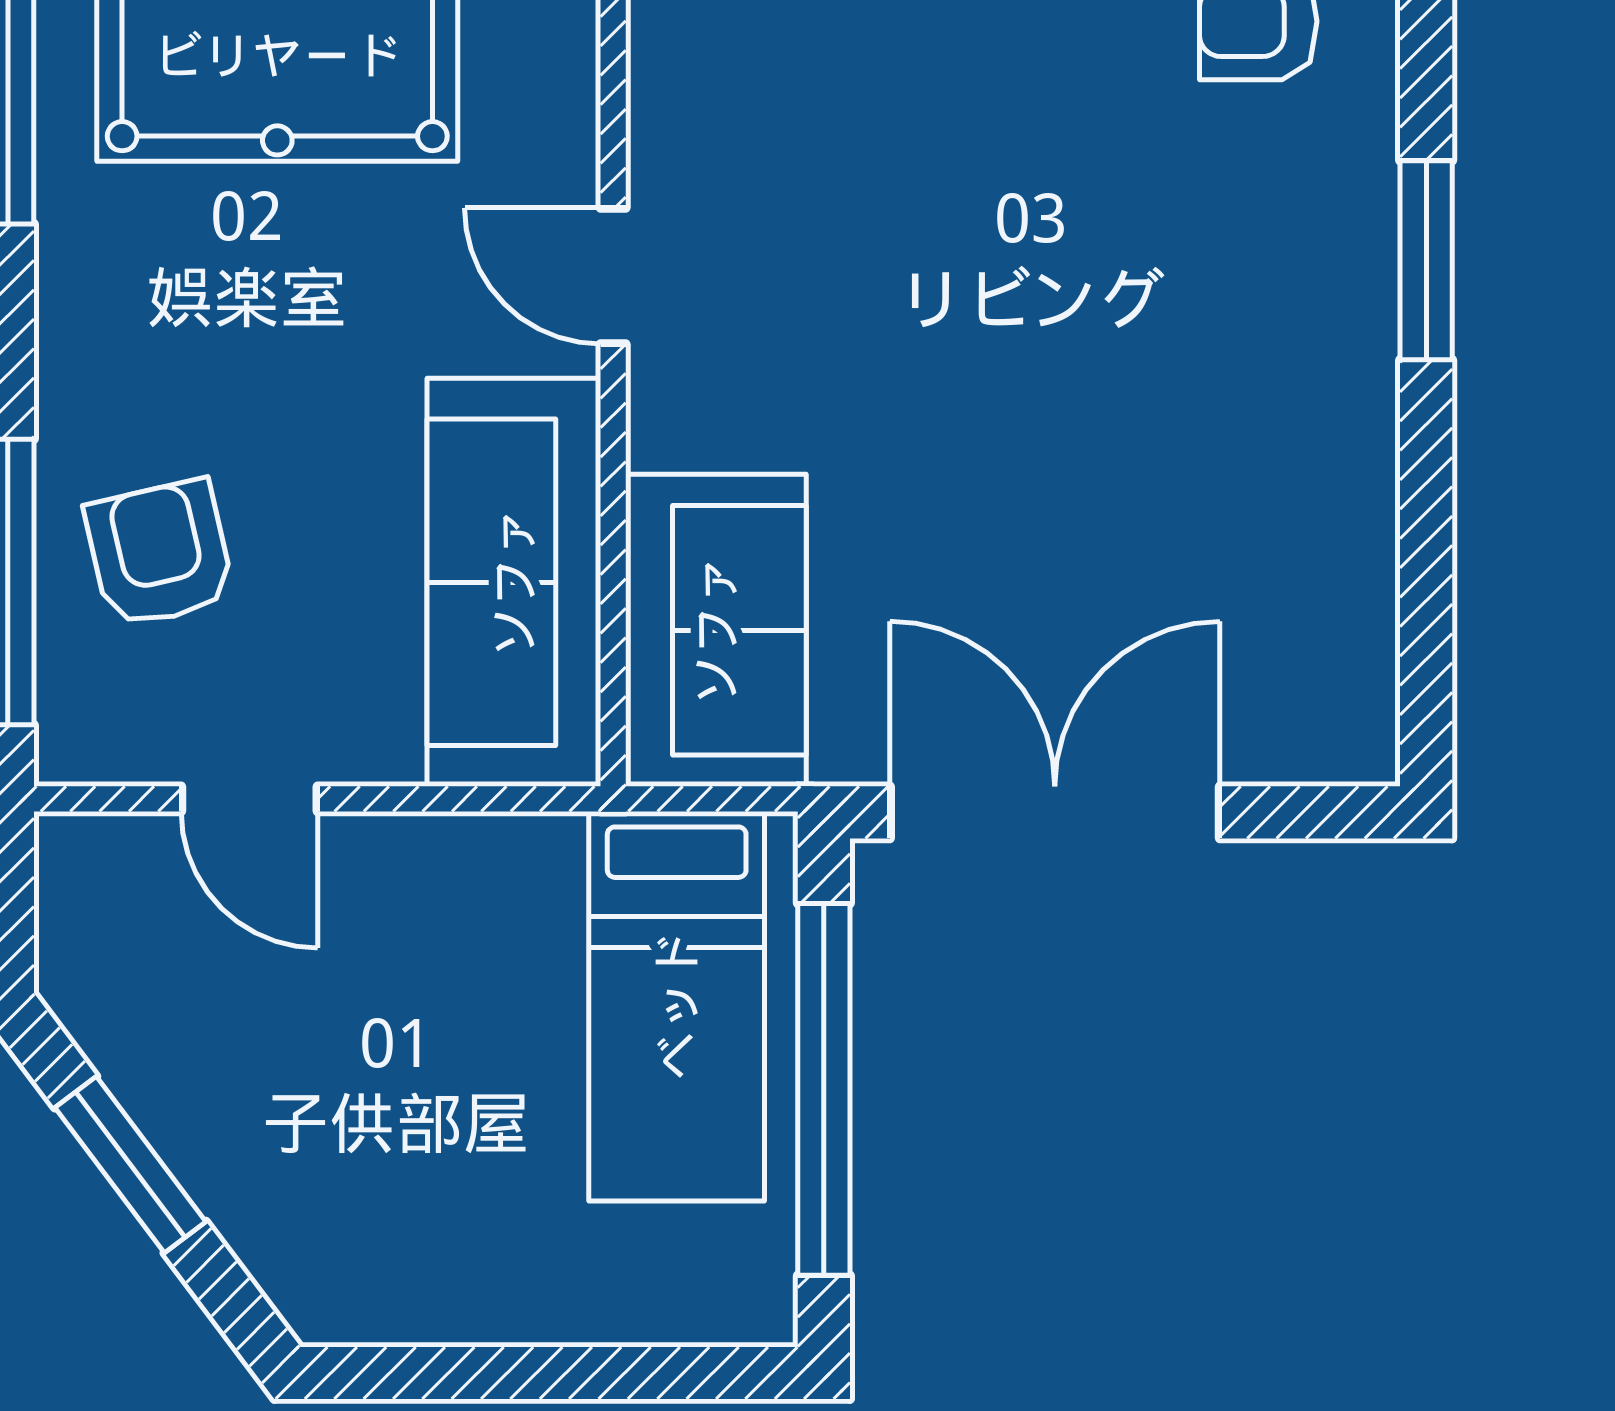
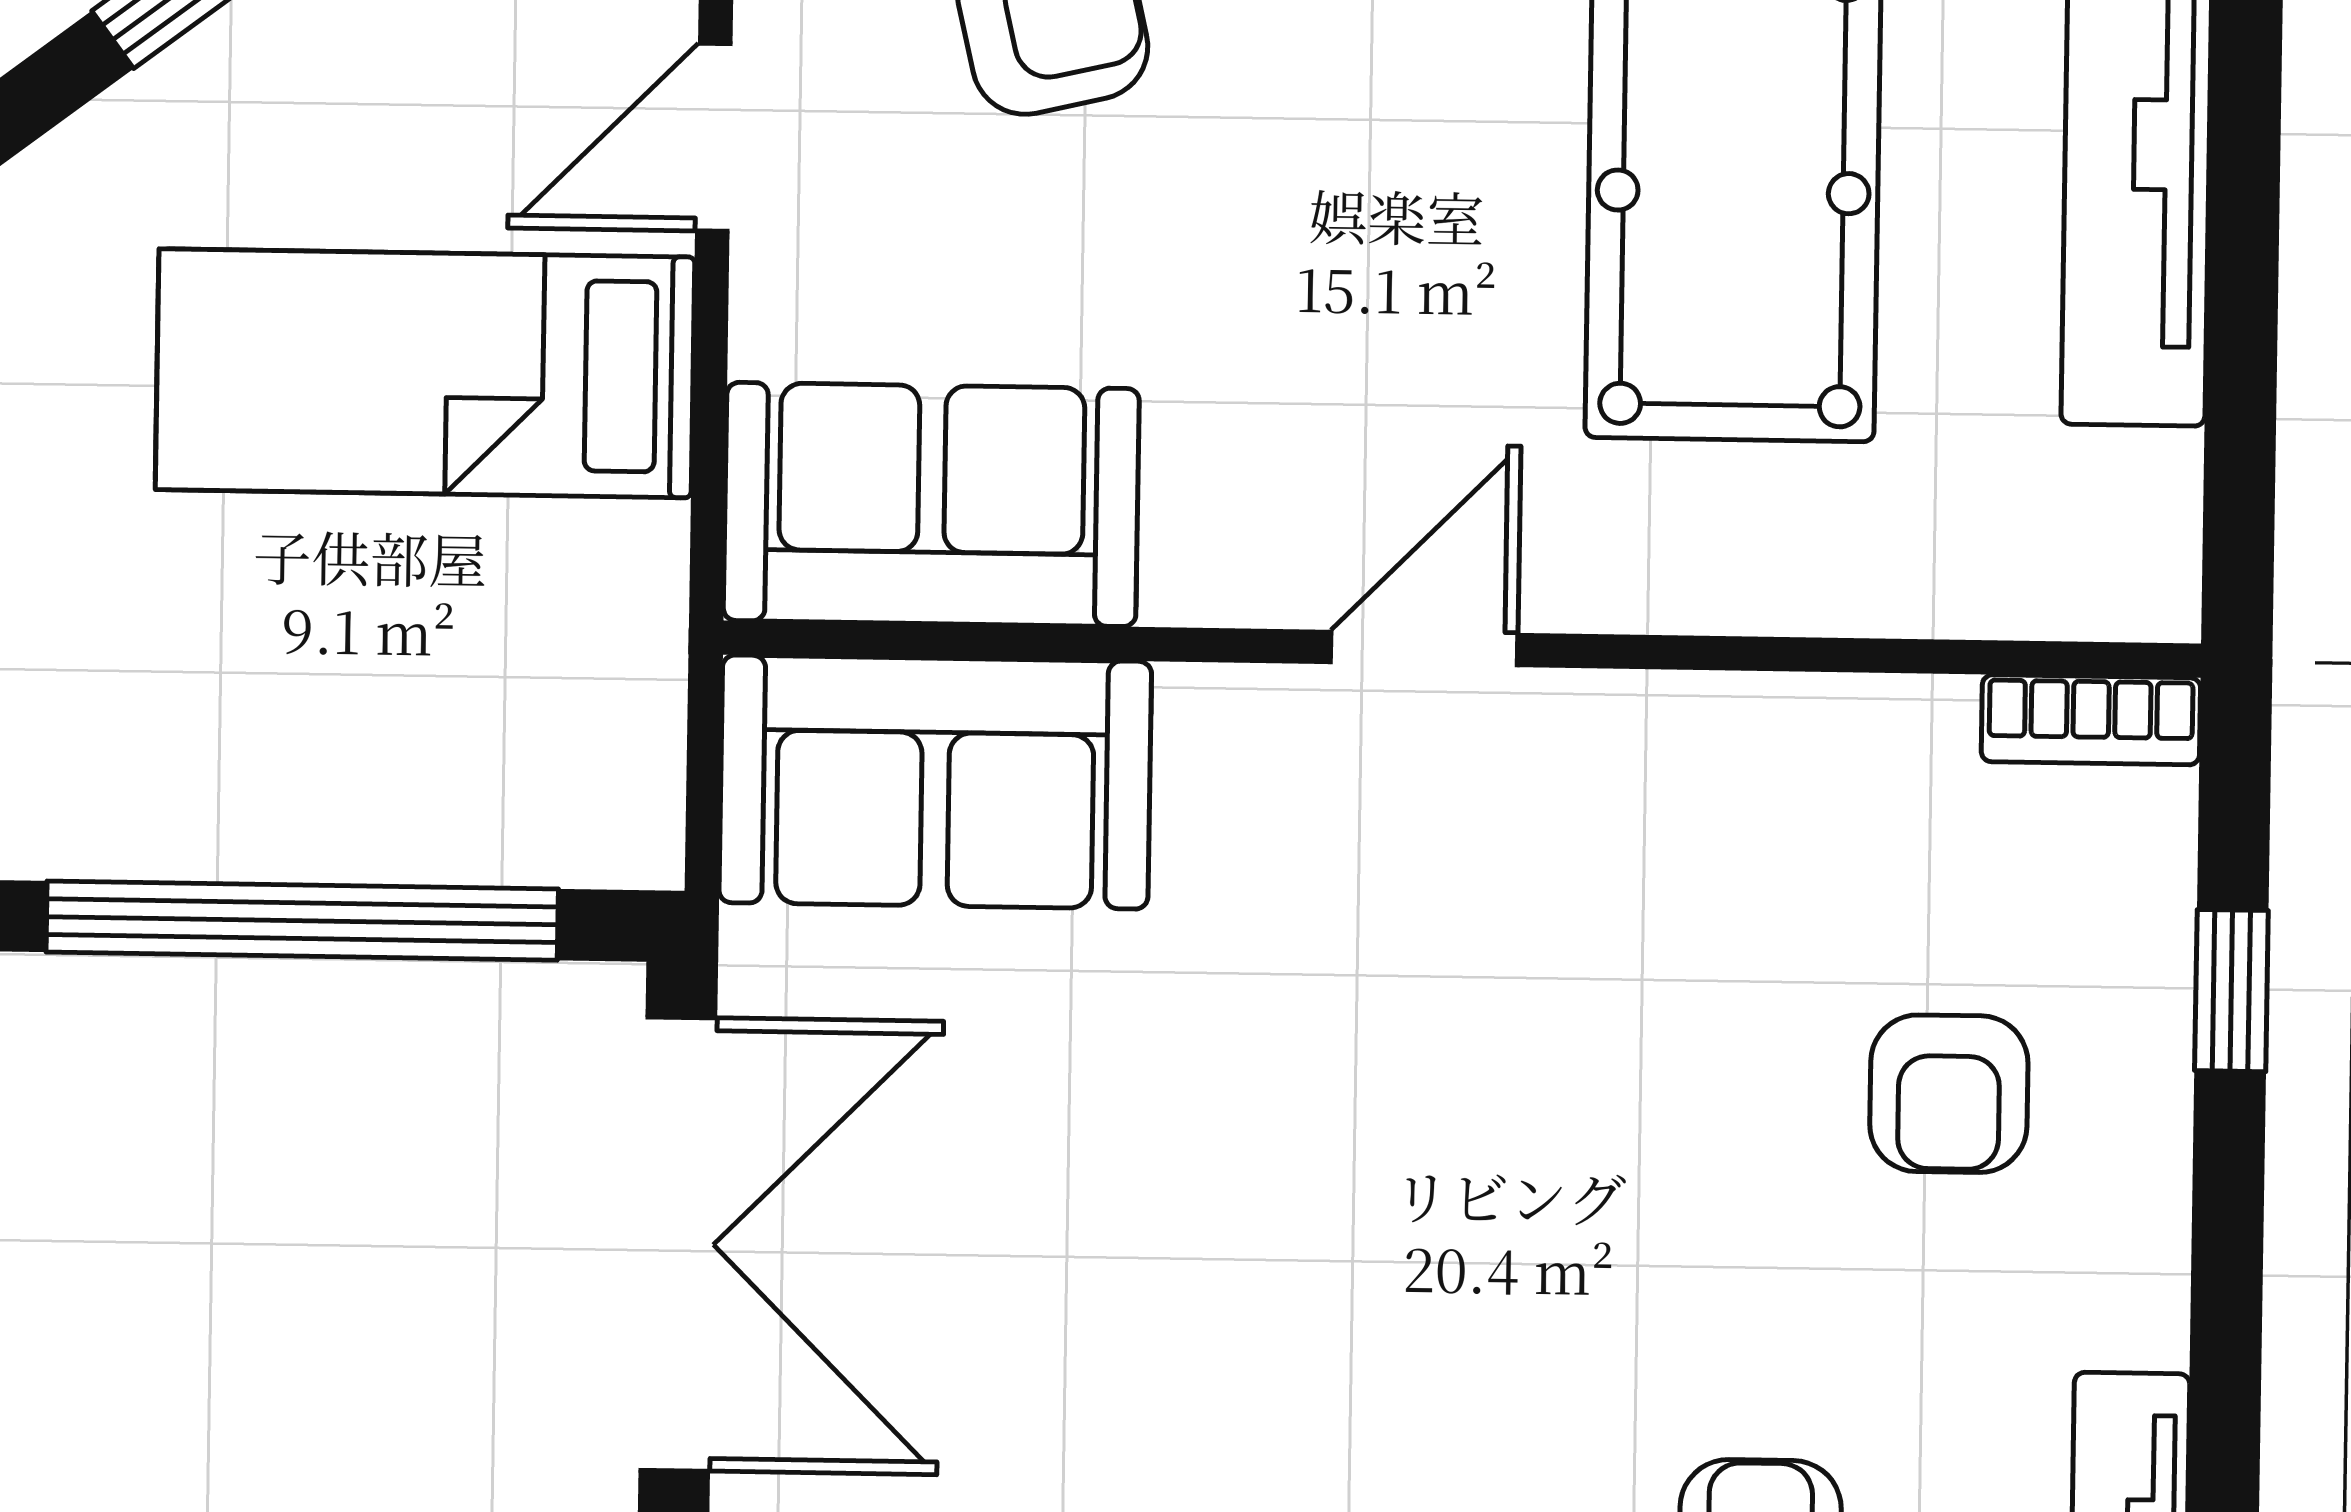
sofa: (514, 582) -> (931, 504), width x0.73
bed: (677, 1006) -> (425, 373), moved

